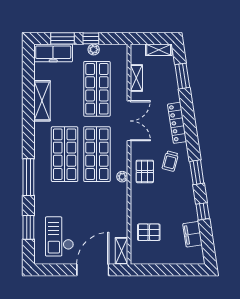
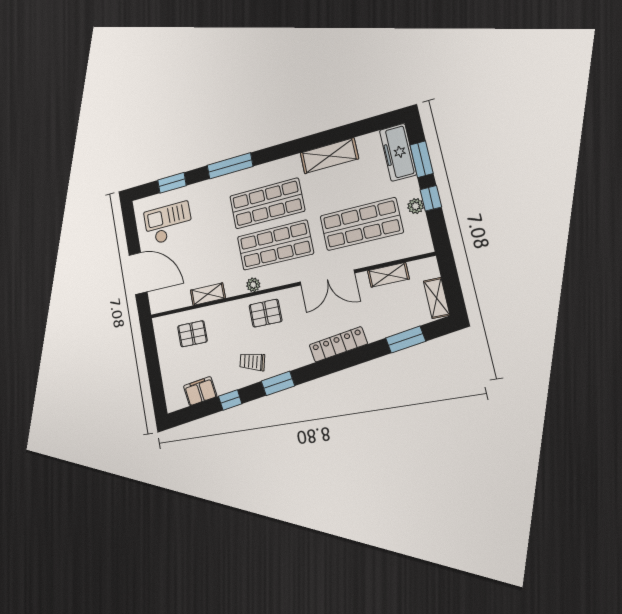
trolley: (170, 161) -> (252, 362), moved
pallet: (149, 232) -> (192, 334), turned 90
shelving: (122, 251) -> (208, 294), moved

